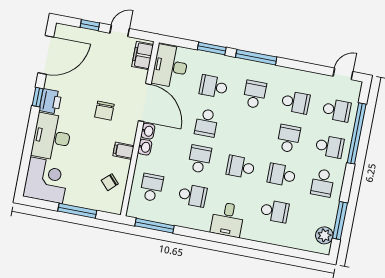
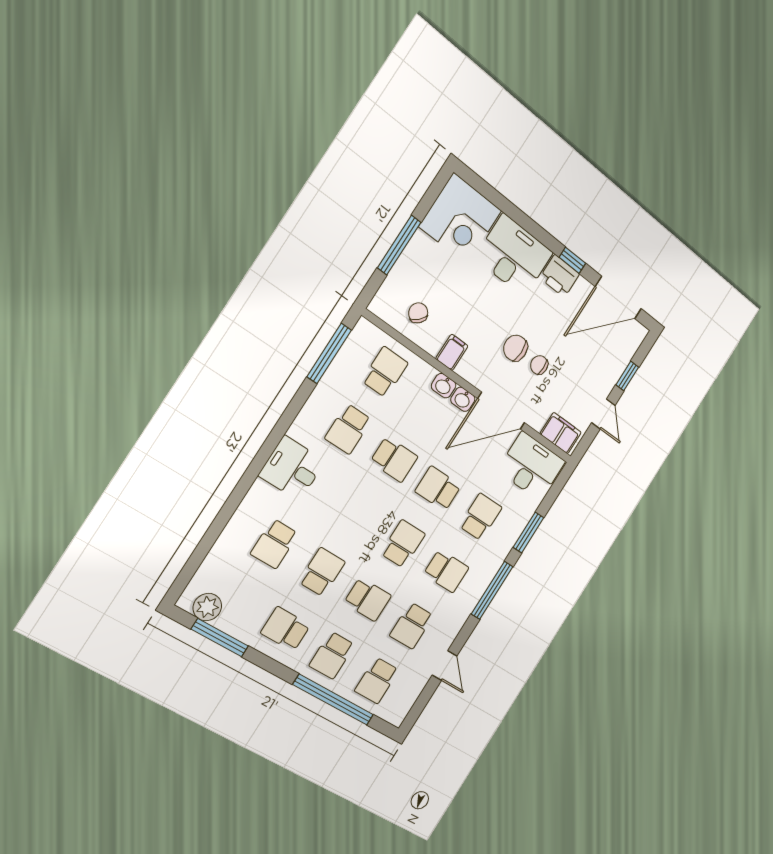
door: (46, 55) -> (618, 298), hinge flipped
door: (343, 74) -> (445, 665), moved
chair: (108, 90) -> (539, 365), added
school desk: (241, 167) -> (403, 544), moved
school desk: (152, 187) -> (385, 372), turned -90

